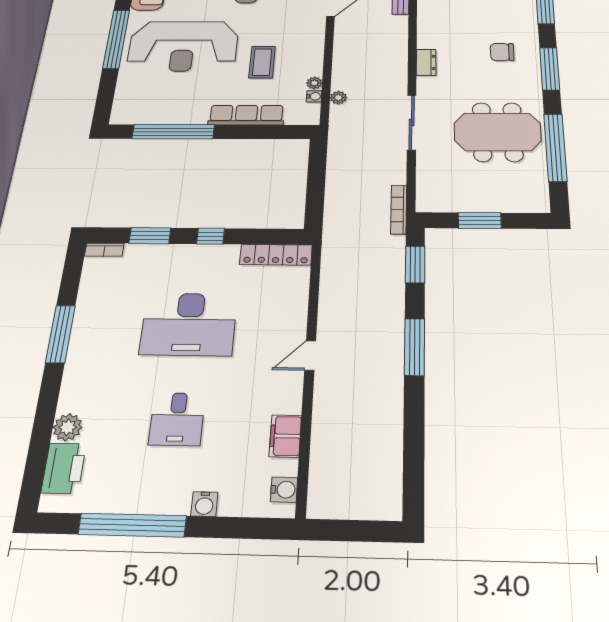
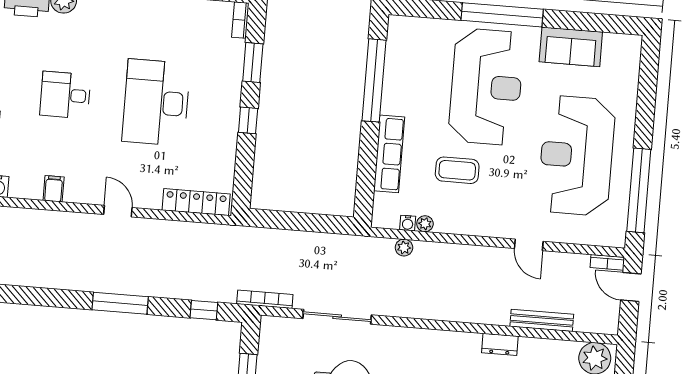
reception desk: (183, 46) -> (486, 87), turned 180
dresser: (426, 62) -> (500, 344), moved
sliding door: (412, 123) -> (337, 317), moved
locker: (276, 255) -> (196, 202), moved, turned 90
window: (415, 264) -> (204, 310), width x0.67
filing cabinet: (285, 436) -> (54, 189), width x0.50

